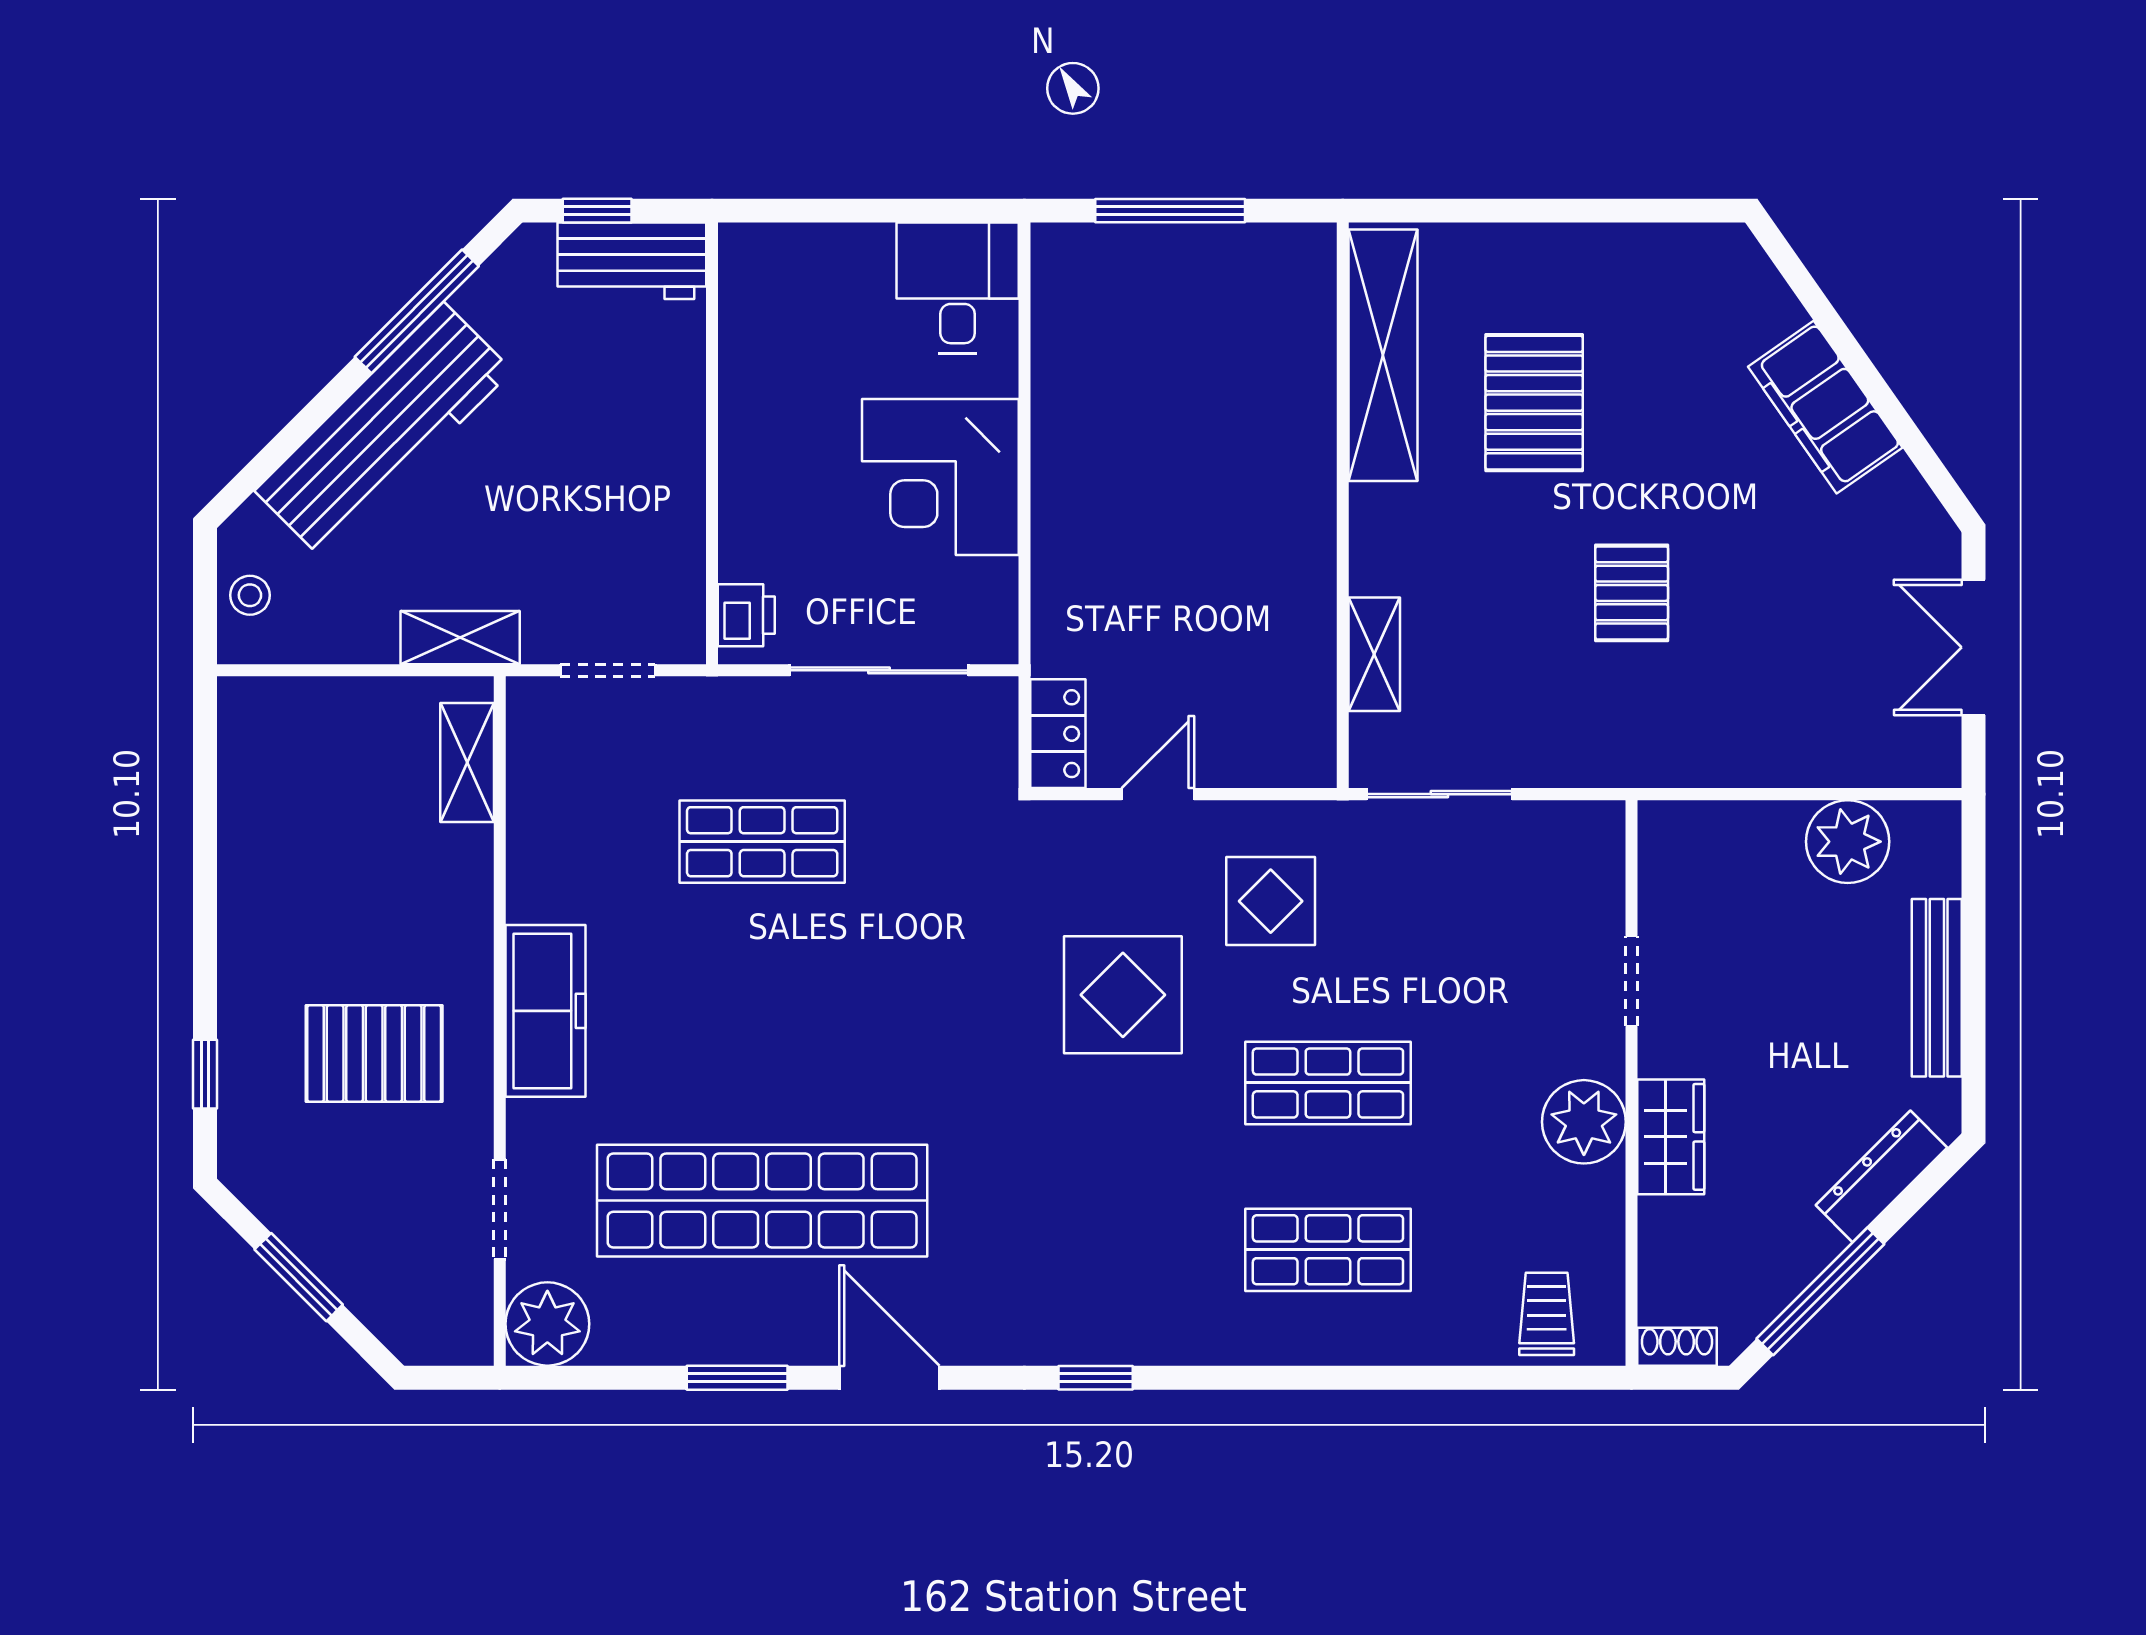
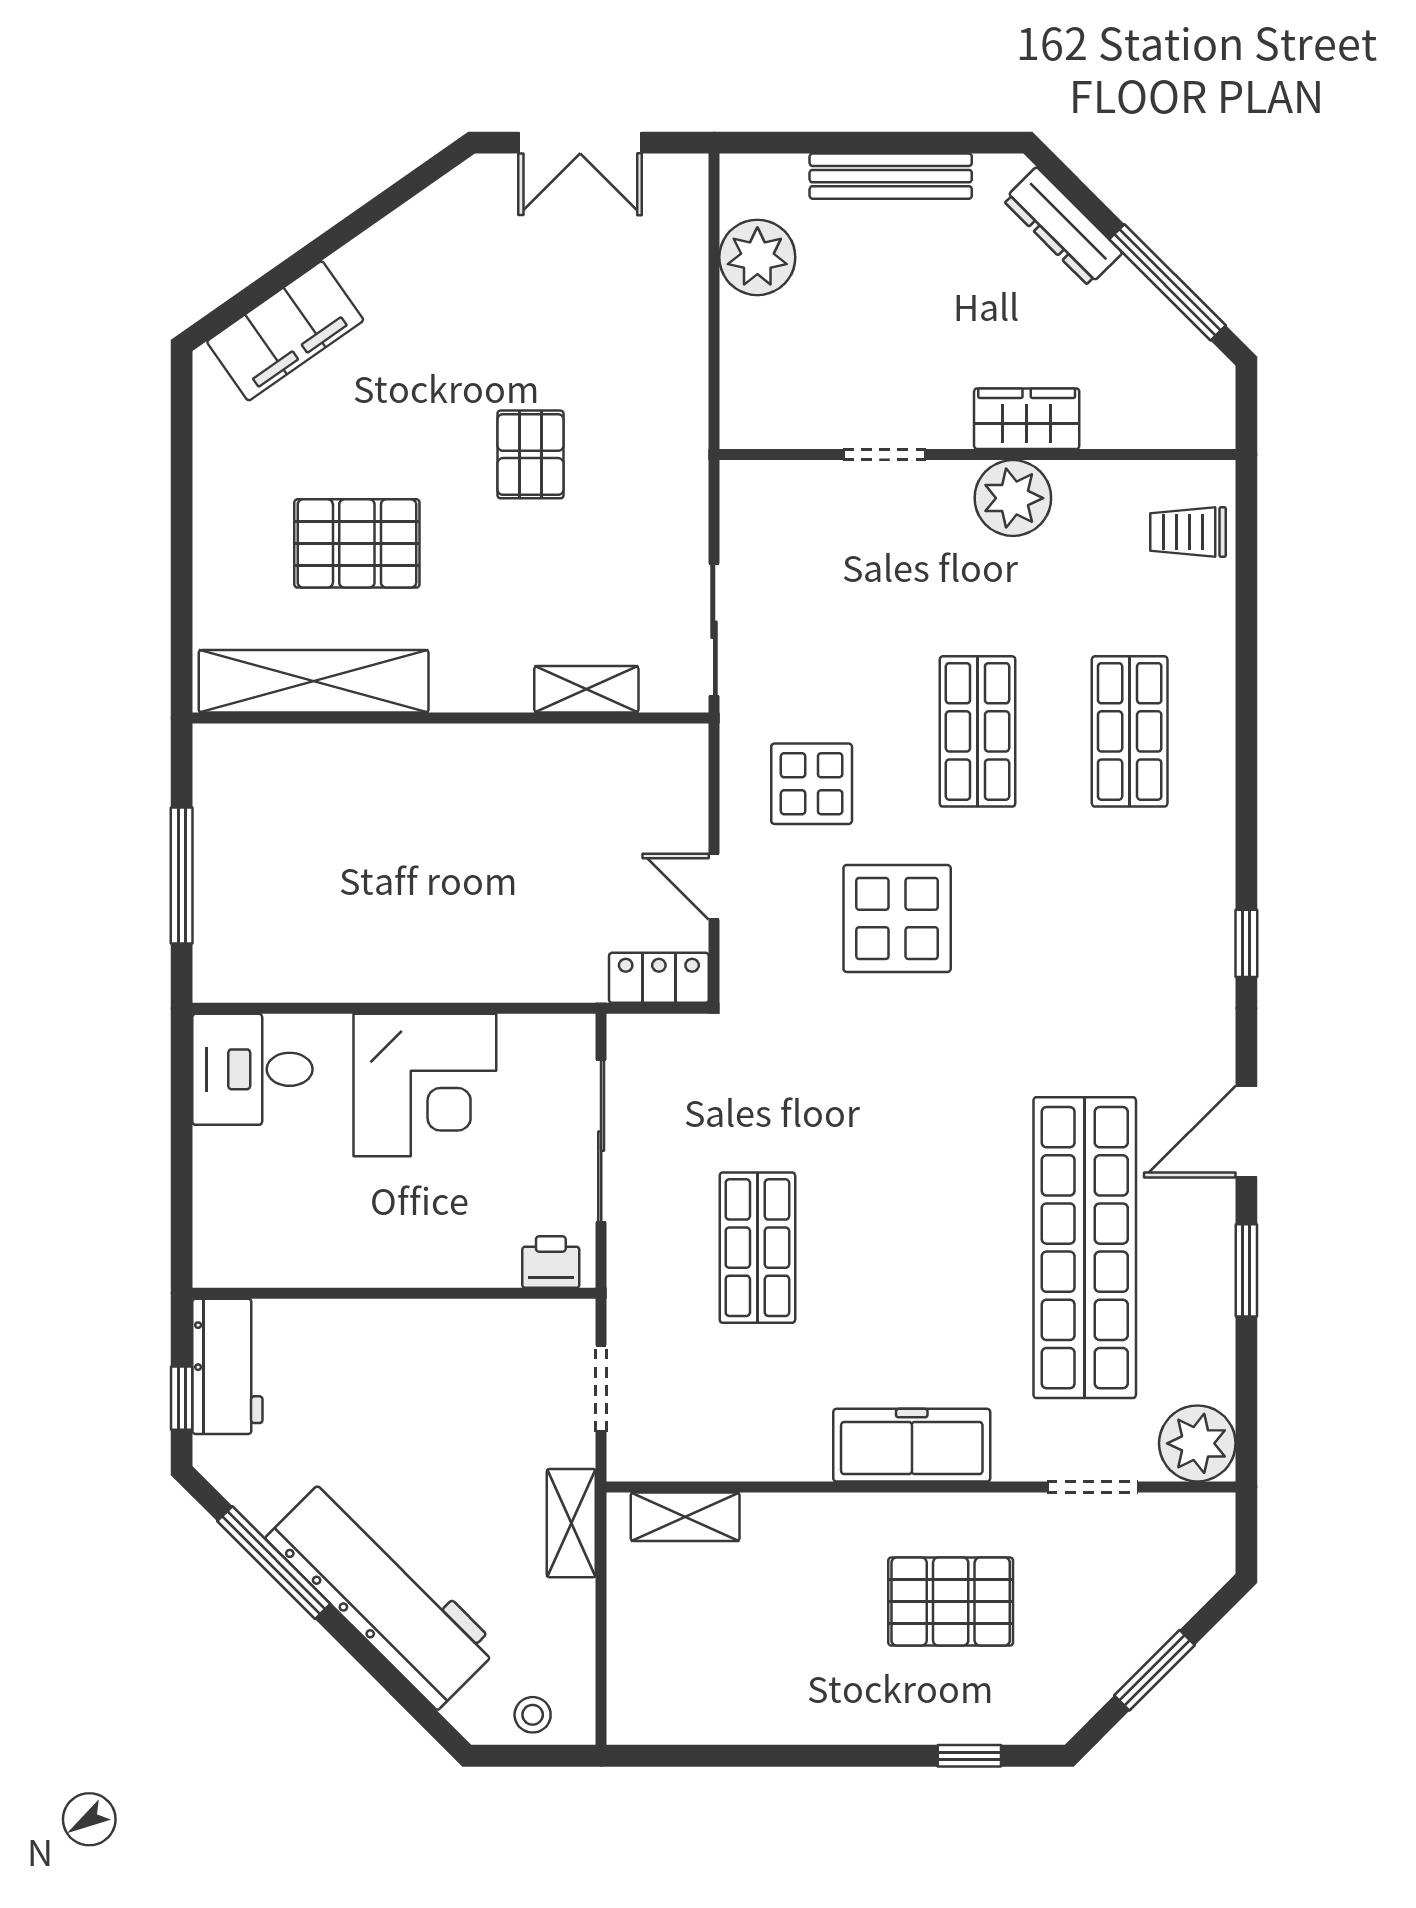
filing cabinet: (1825, 407) -> (285, 331), moved
pallet: (1632, 593) -> (530, 454), turned 90
pallet: (374, 1054) -> (951, 1602), turned 90
shoe rack: (1677, 1347) -> (1218, 413), removed

